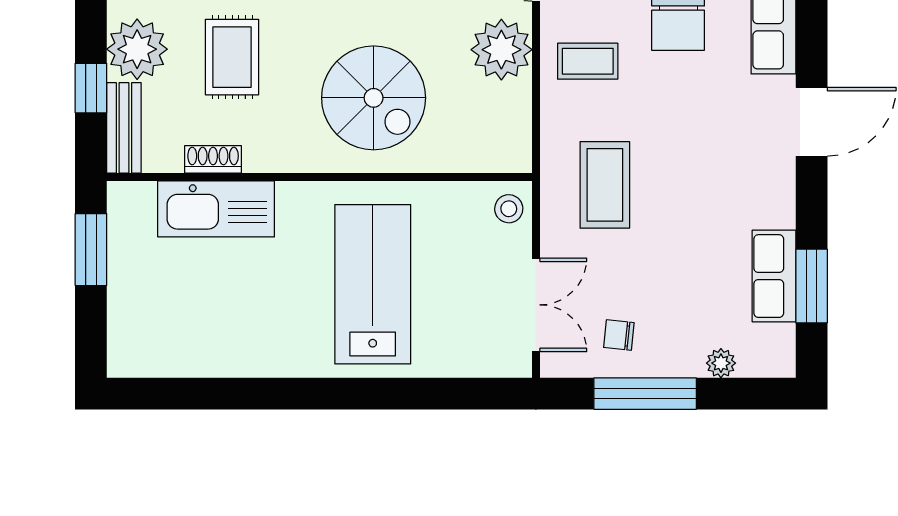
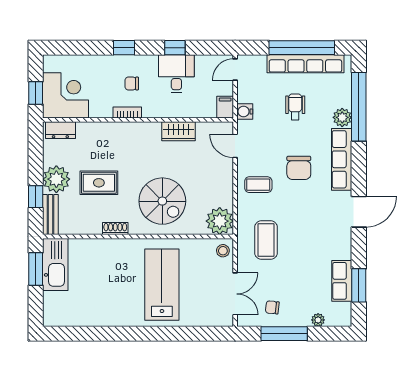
plant: (501, 50) -> (220, 221), moved
rug: (232, 57) -> (99, 183), turned 90
shoe rack: (213, 159) -> (115, 229), moved
kitchen sink: (216, 209) -> (55, 264), moved, turned -90

